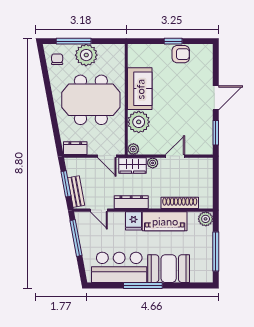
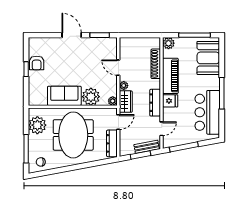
armchair: (181, 54) -> (37, 63), turned 180
plant: (86, 55) -> (37, 125), moved
dresser: (75, 148) -> (112, 143), width x1.44
booth: (169, 269) -> (208, 58), moved

